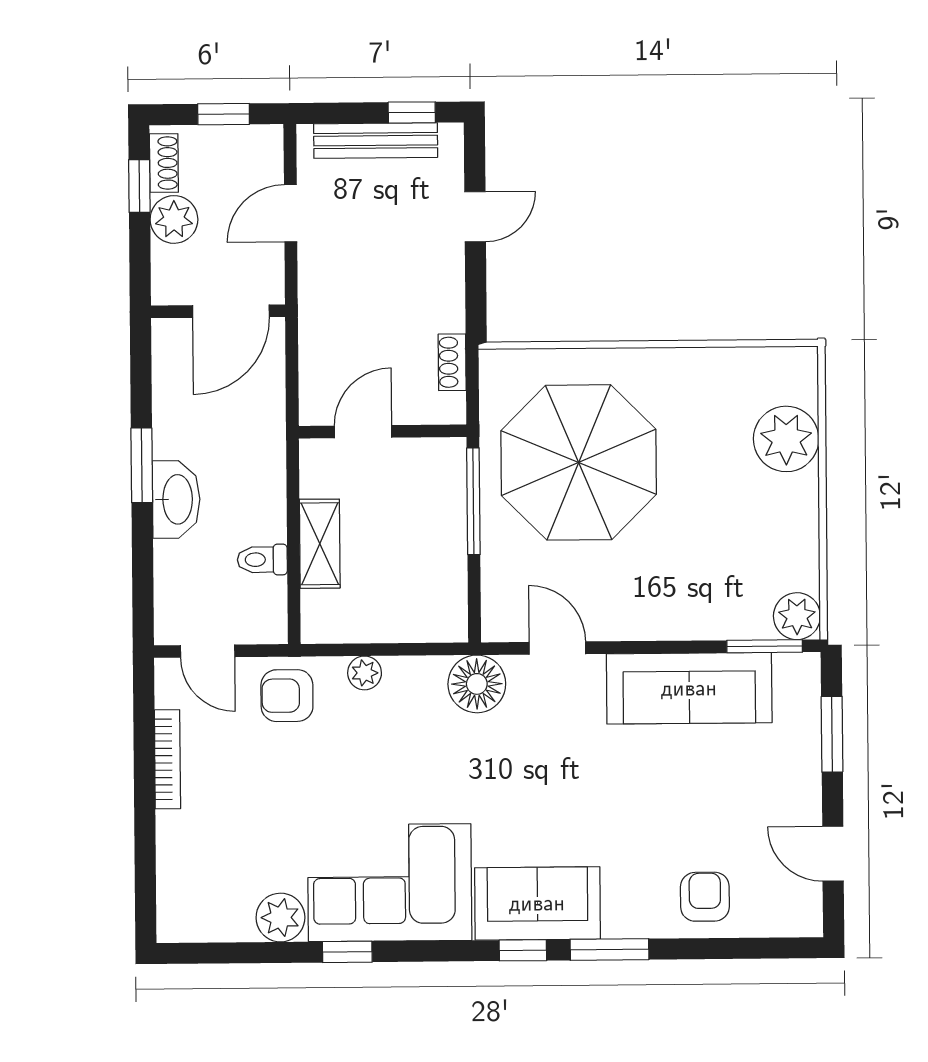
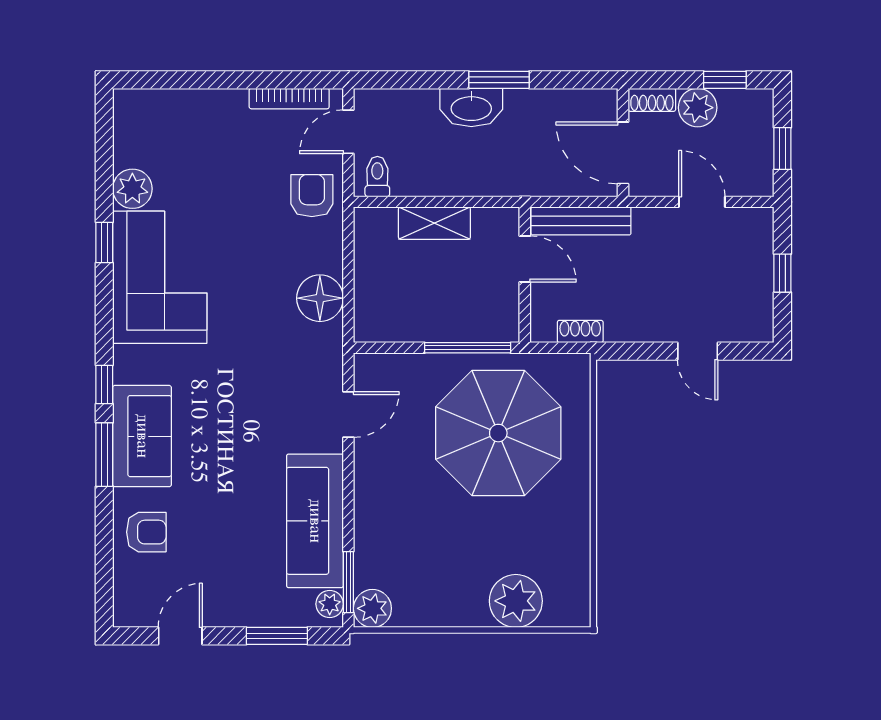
window: (412, 112) -> (782, 273), moved
bench: (376, 141) -> (581, 221), moved, turned 90
shoe rack: (164, 163) -> (652, 100), moved
toilet: (262, 560) -> (377, 177), moved
plant: (365, 673) -> (330, 604), moved
floor lamp: (477, 684) -> (320, 298), moved
bookcase: (167, 759) -> (289, 99), moved
sofa: (537, 903) -> (142, 436), moved

